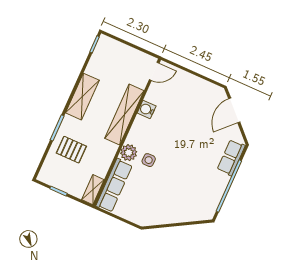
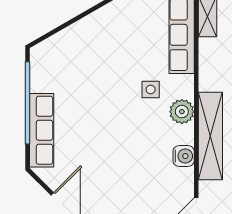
plant: (129, 153) -> (182, 112), moved
row of seats: (231, 158) -> (42, 130), width x1.48

